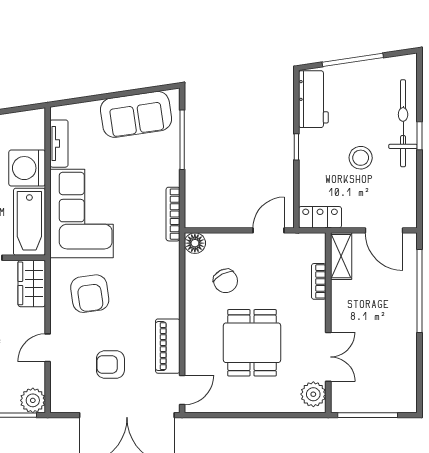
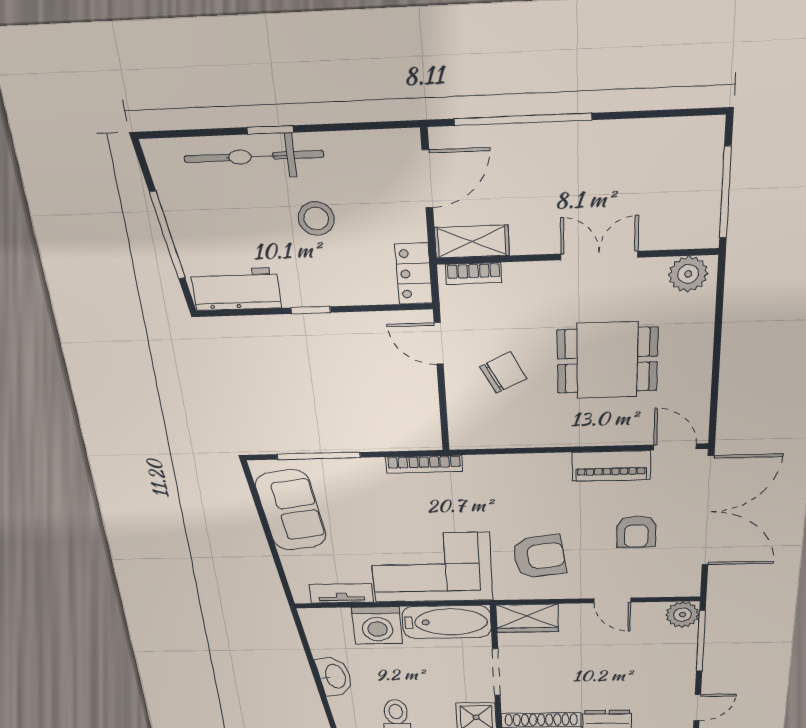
floor lamp: (195, 243) -> (463, 437), removed
chair: (226, 281) -> (503, 373), moved
bookcase: (319, 281) -> (474, 273), moved
double door: (328, 357) -> (599, 256), moved

